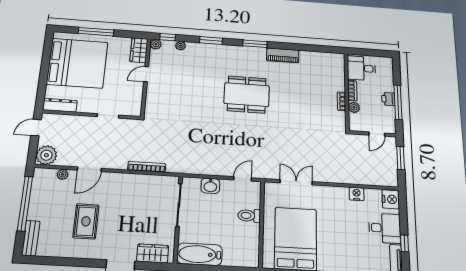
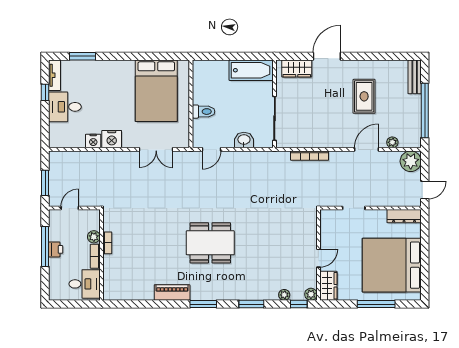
nightstand: (391, 199) -> (112, 139), moved, turned -90

